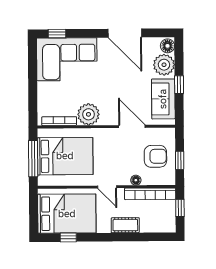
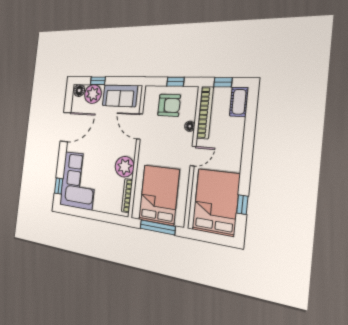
window: (179, 85) -> (98, 81), moved
door: (132, 126) -> (140, 126), hinge flipped
armchair: (155, 156) -> (169, 105), turned 90
cot: (125, 225) -> (239, 102), moved

